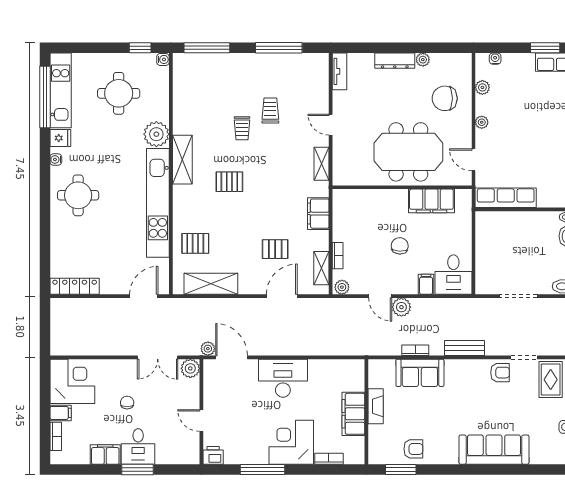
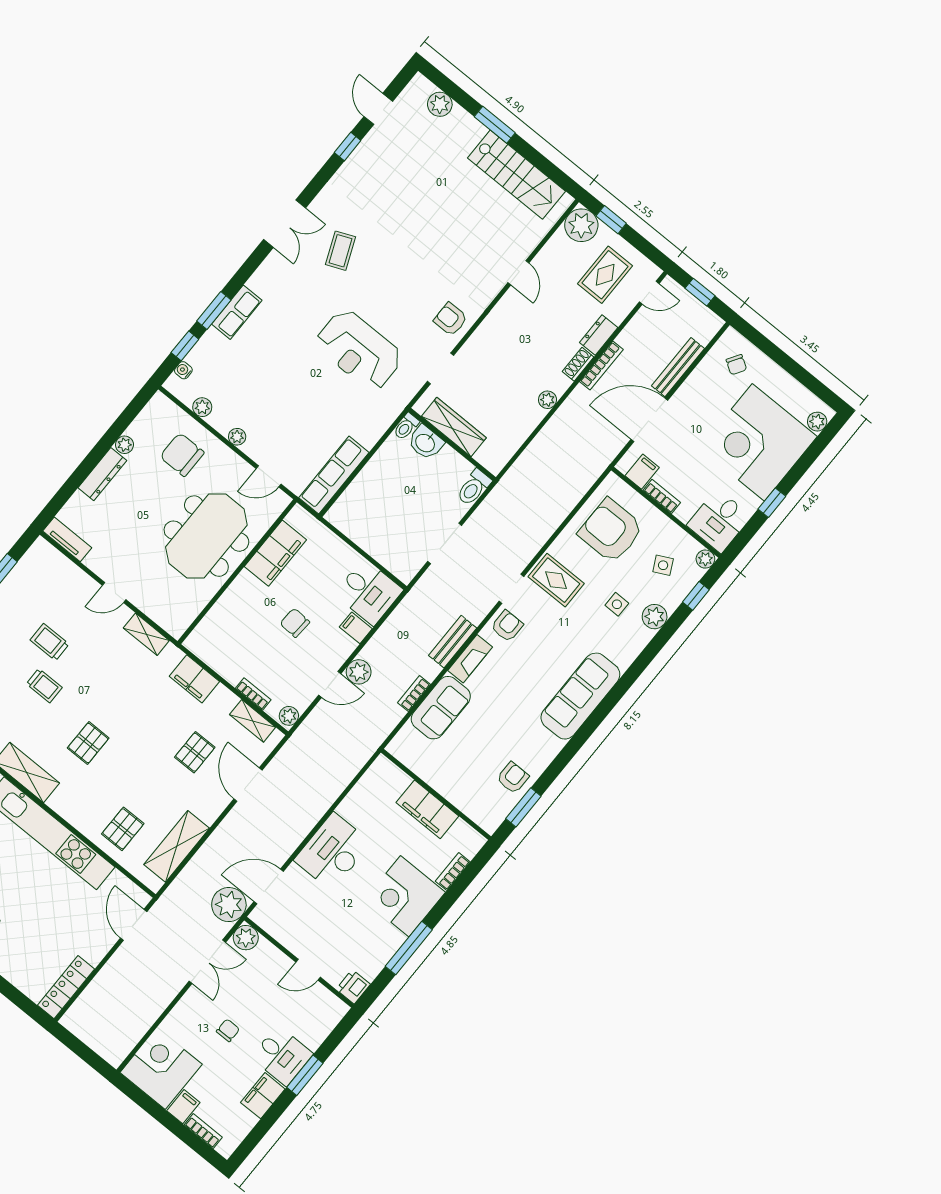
window: (510, 48) -> (185, 346), added
chair: (445, 98) -> (182, 455), turned 90
plant: (208, 349) -> (229, 905), width x1.87, depth x1.87
chair: (127, 403) -> (228, 1030), turned 90
fireplace: (376, 406) -> (470, 659), moved, turned 90

